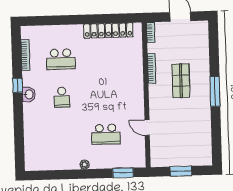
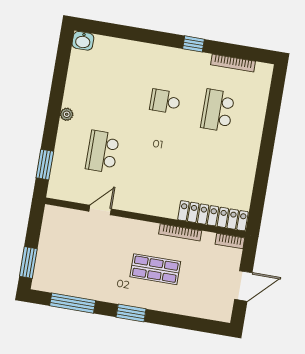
locker: (108, 31) -> (213, 216), moved, turned 90
window: (215, 91) -> (131, 313), width x0.69
washbasin: (29, 94) -> (83, 41), moved
window: (216, 134) -> (73, 303), added
window: (181, 171) -> (28, 262), moved

